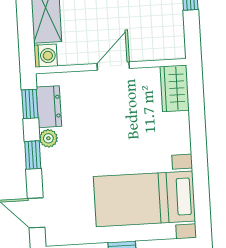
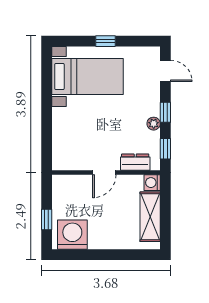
wardrobe: (175, 88) -> (61, 154), removed
dresser: (49, 107) -> (135, 162), moved, turned 90

